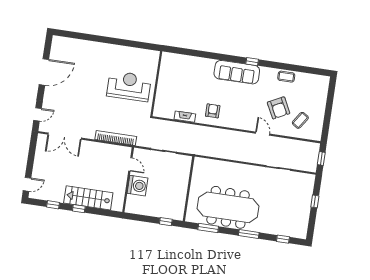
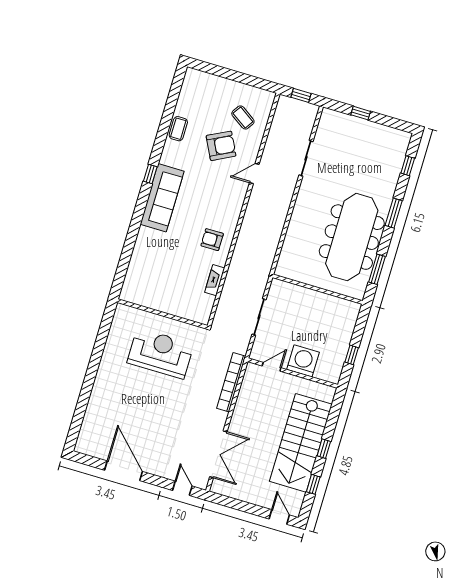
reception desk: (129, 86) -> (160, 353), turned 90
stairs: (88, 198) -> (301, 443), width x1.36, depth x1.51
window: (166, 222) -> (352, 355), moved

